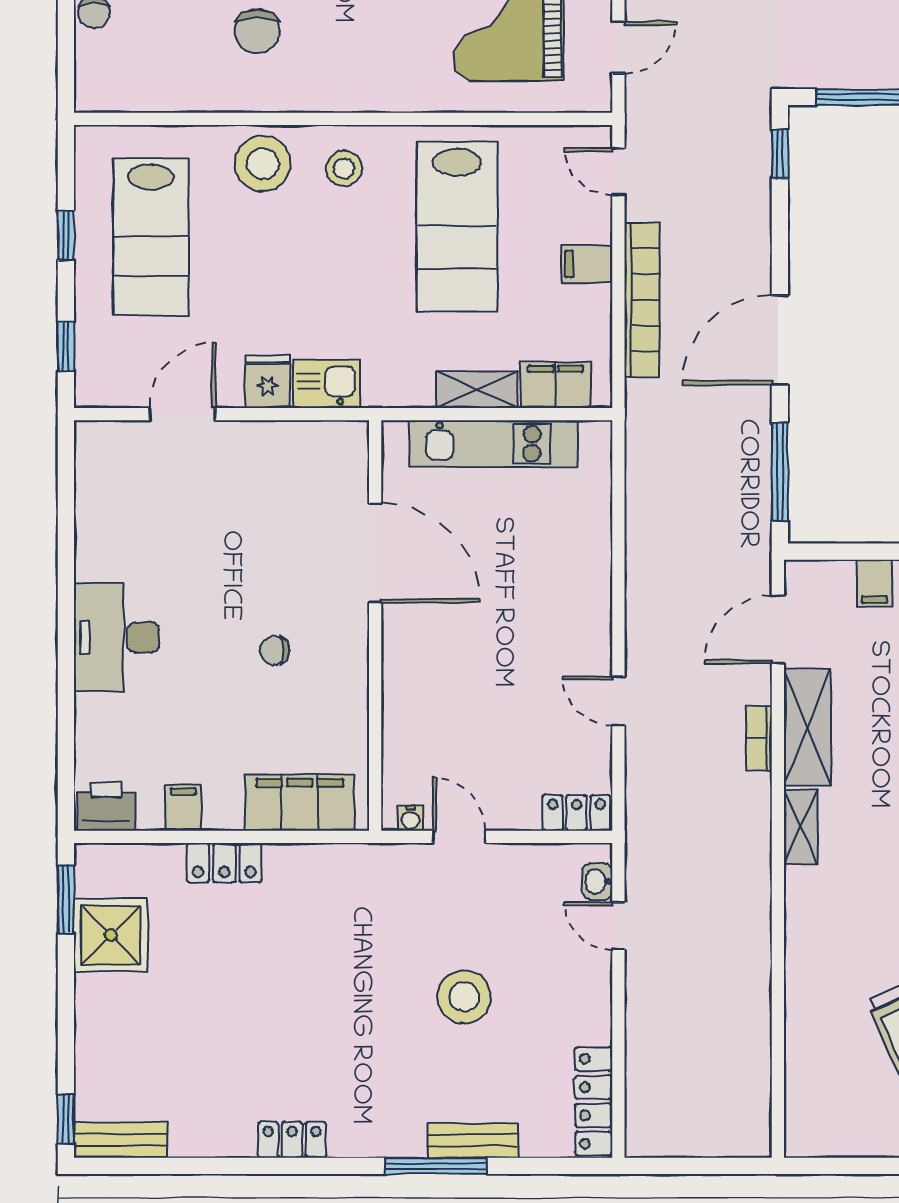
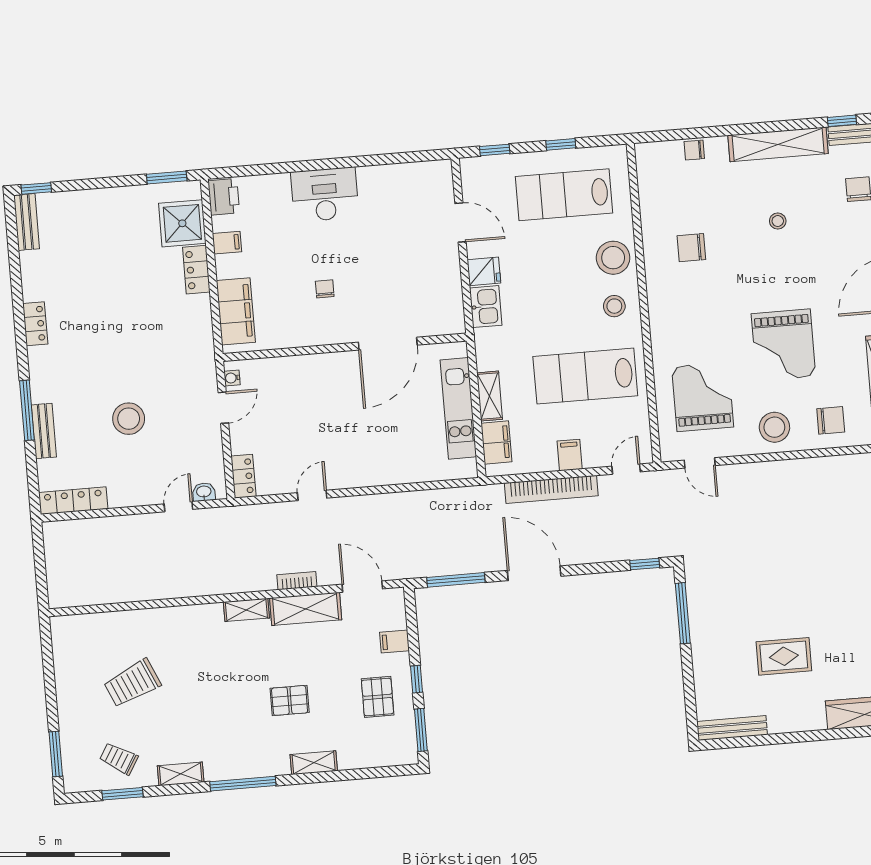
shower: (111, 935) -> (182, 223), moved

